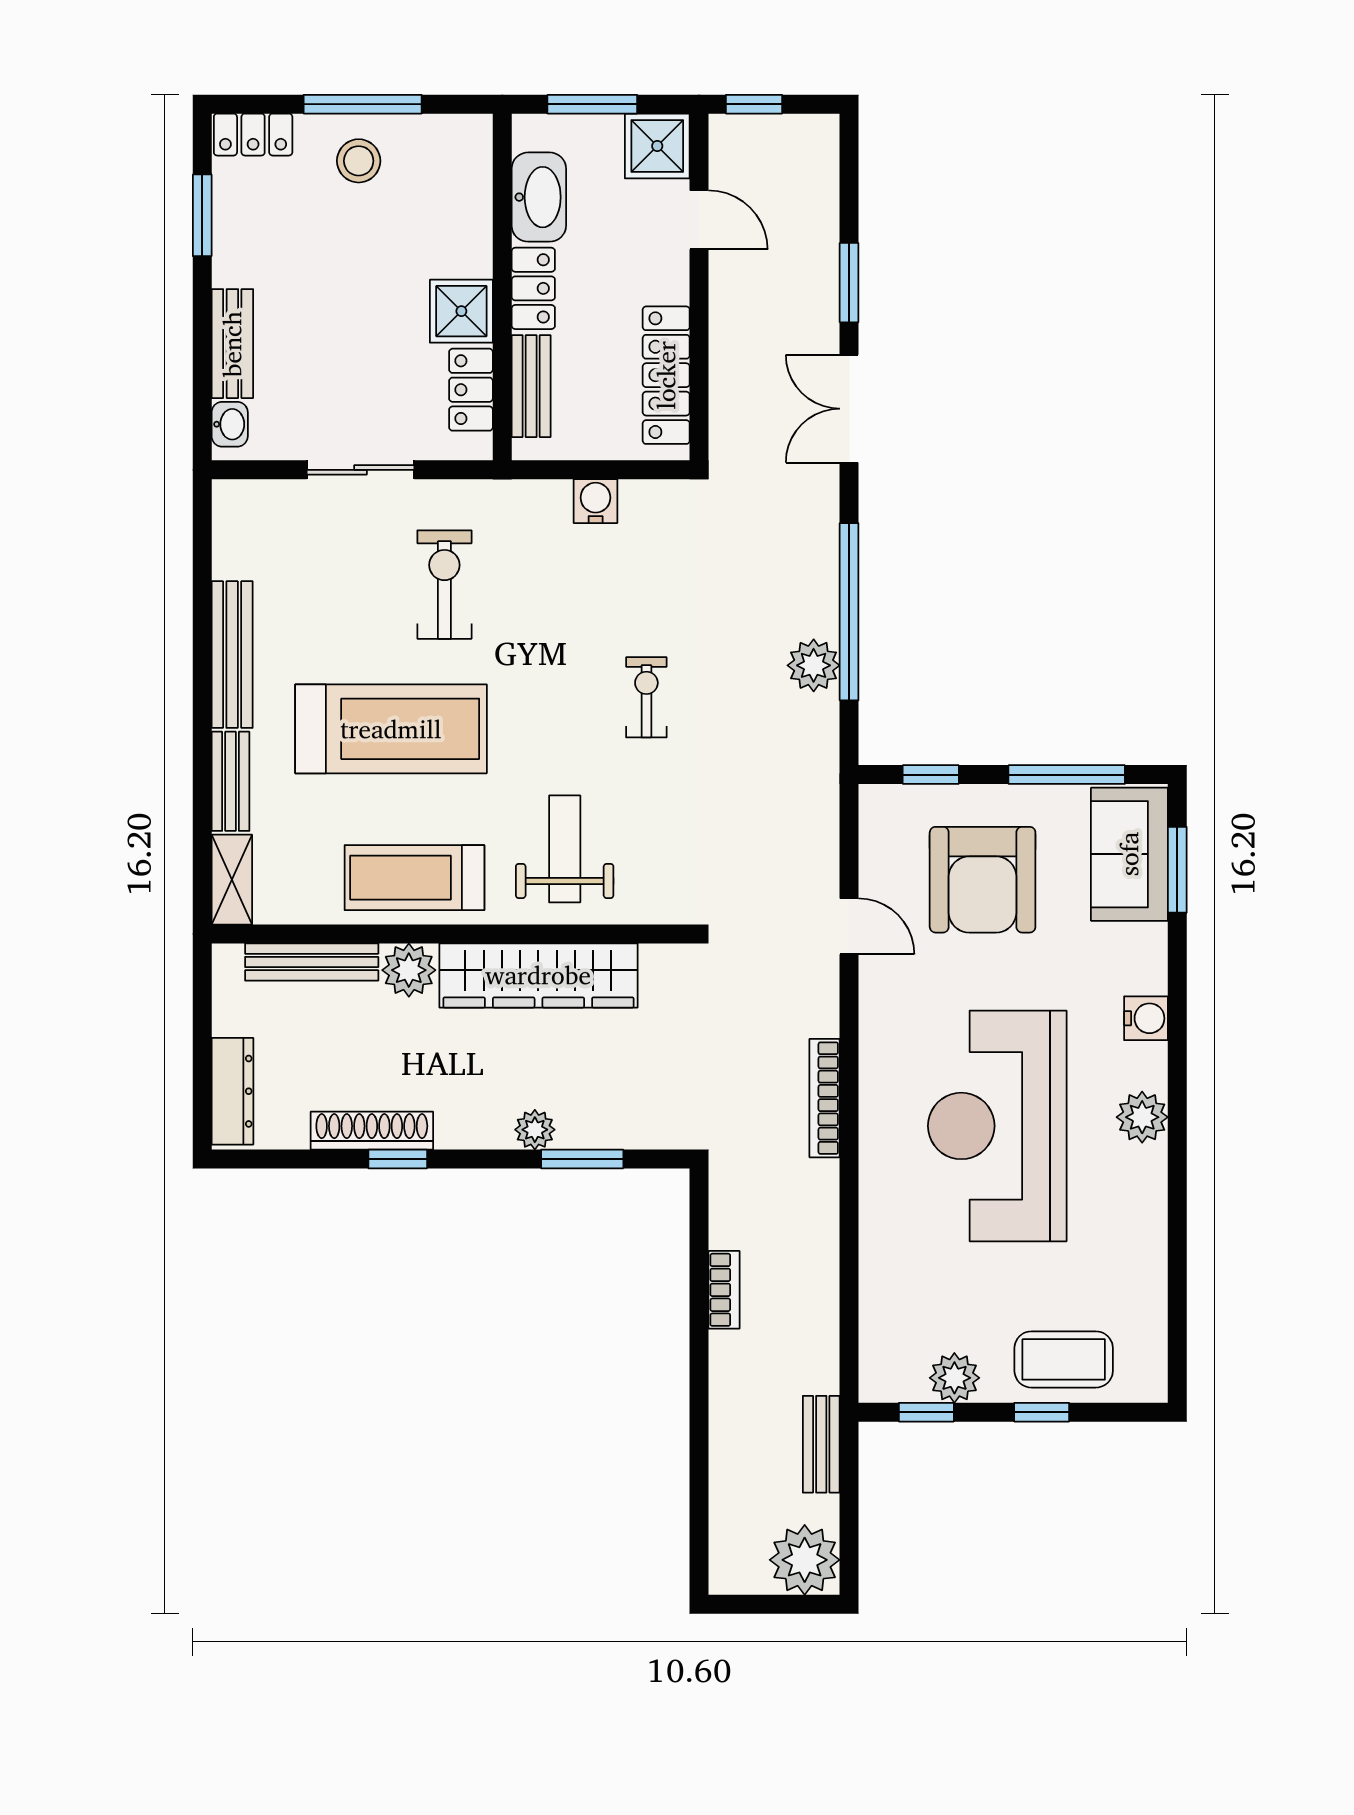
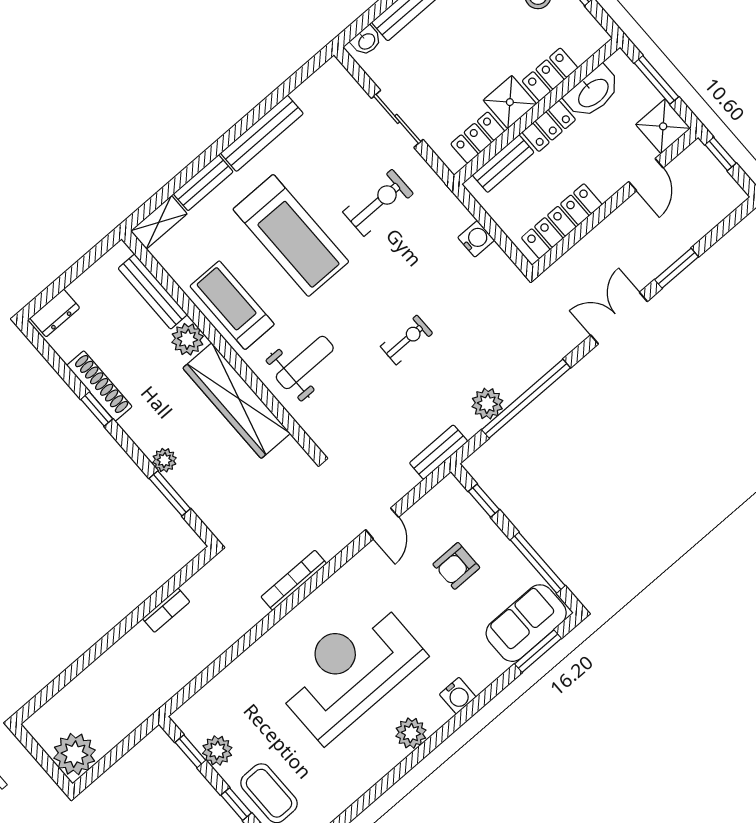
locker: (470, 231) -> (550, 74), added
armchair: (983, 880) -> (456, 566), width x0.53, depth x0.53
dresser: (232, 1091) -> (55, 313), width x0.70
bench: (821, 1444) -> (439, 452), moved

